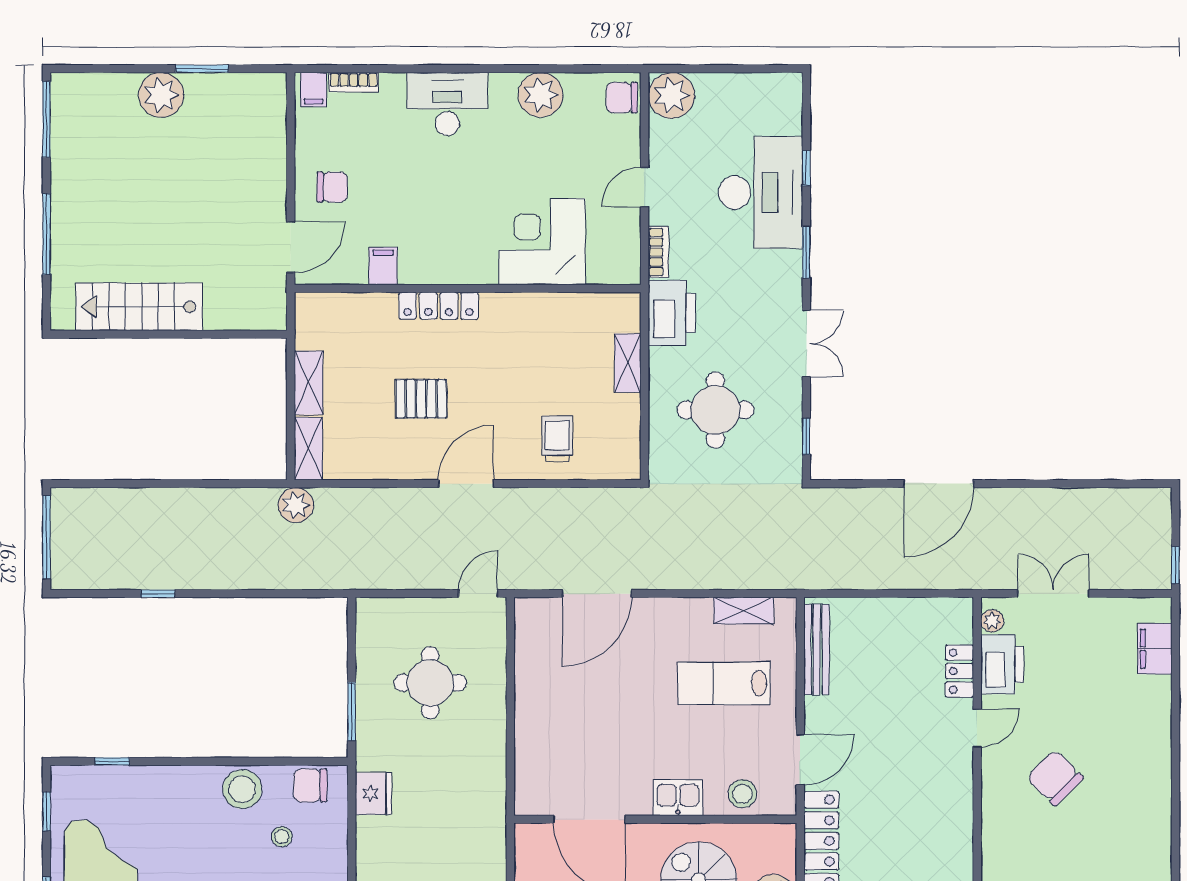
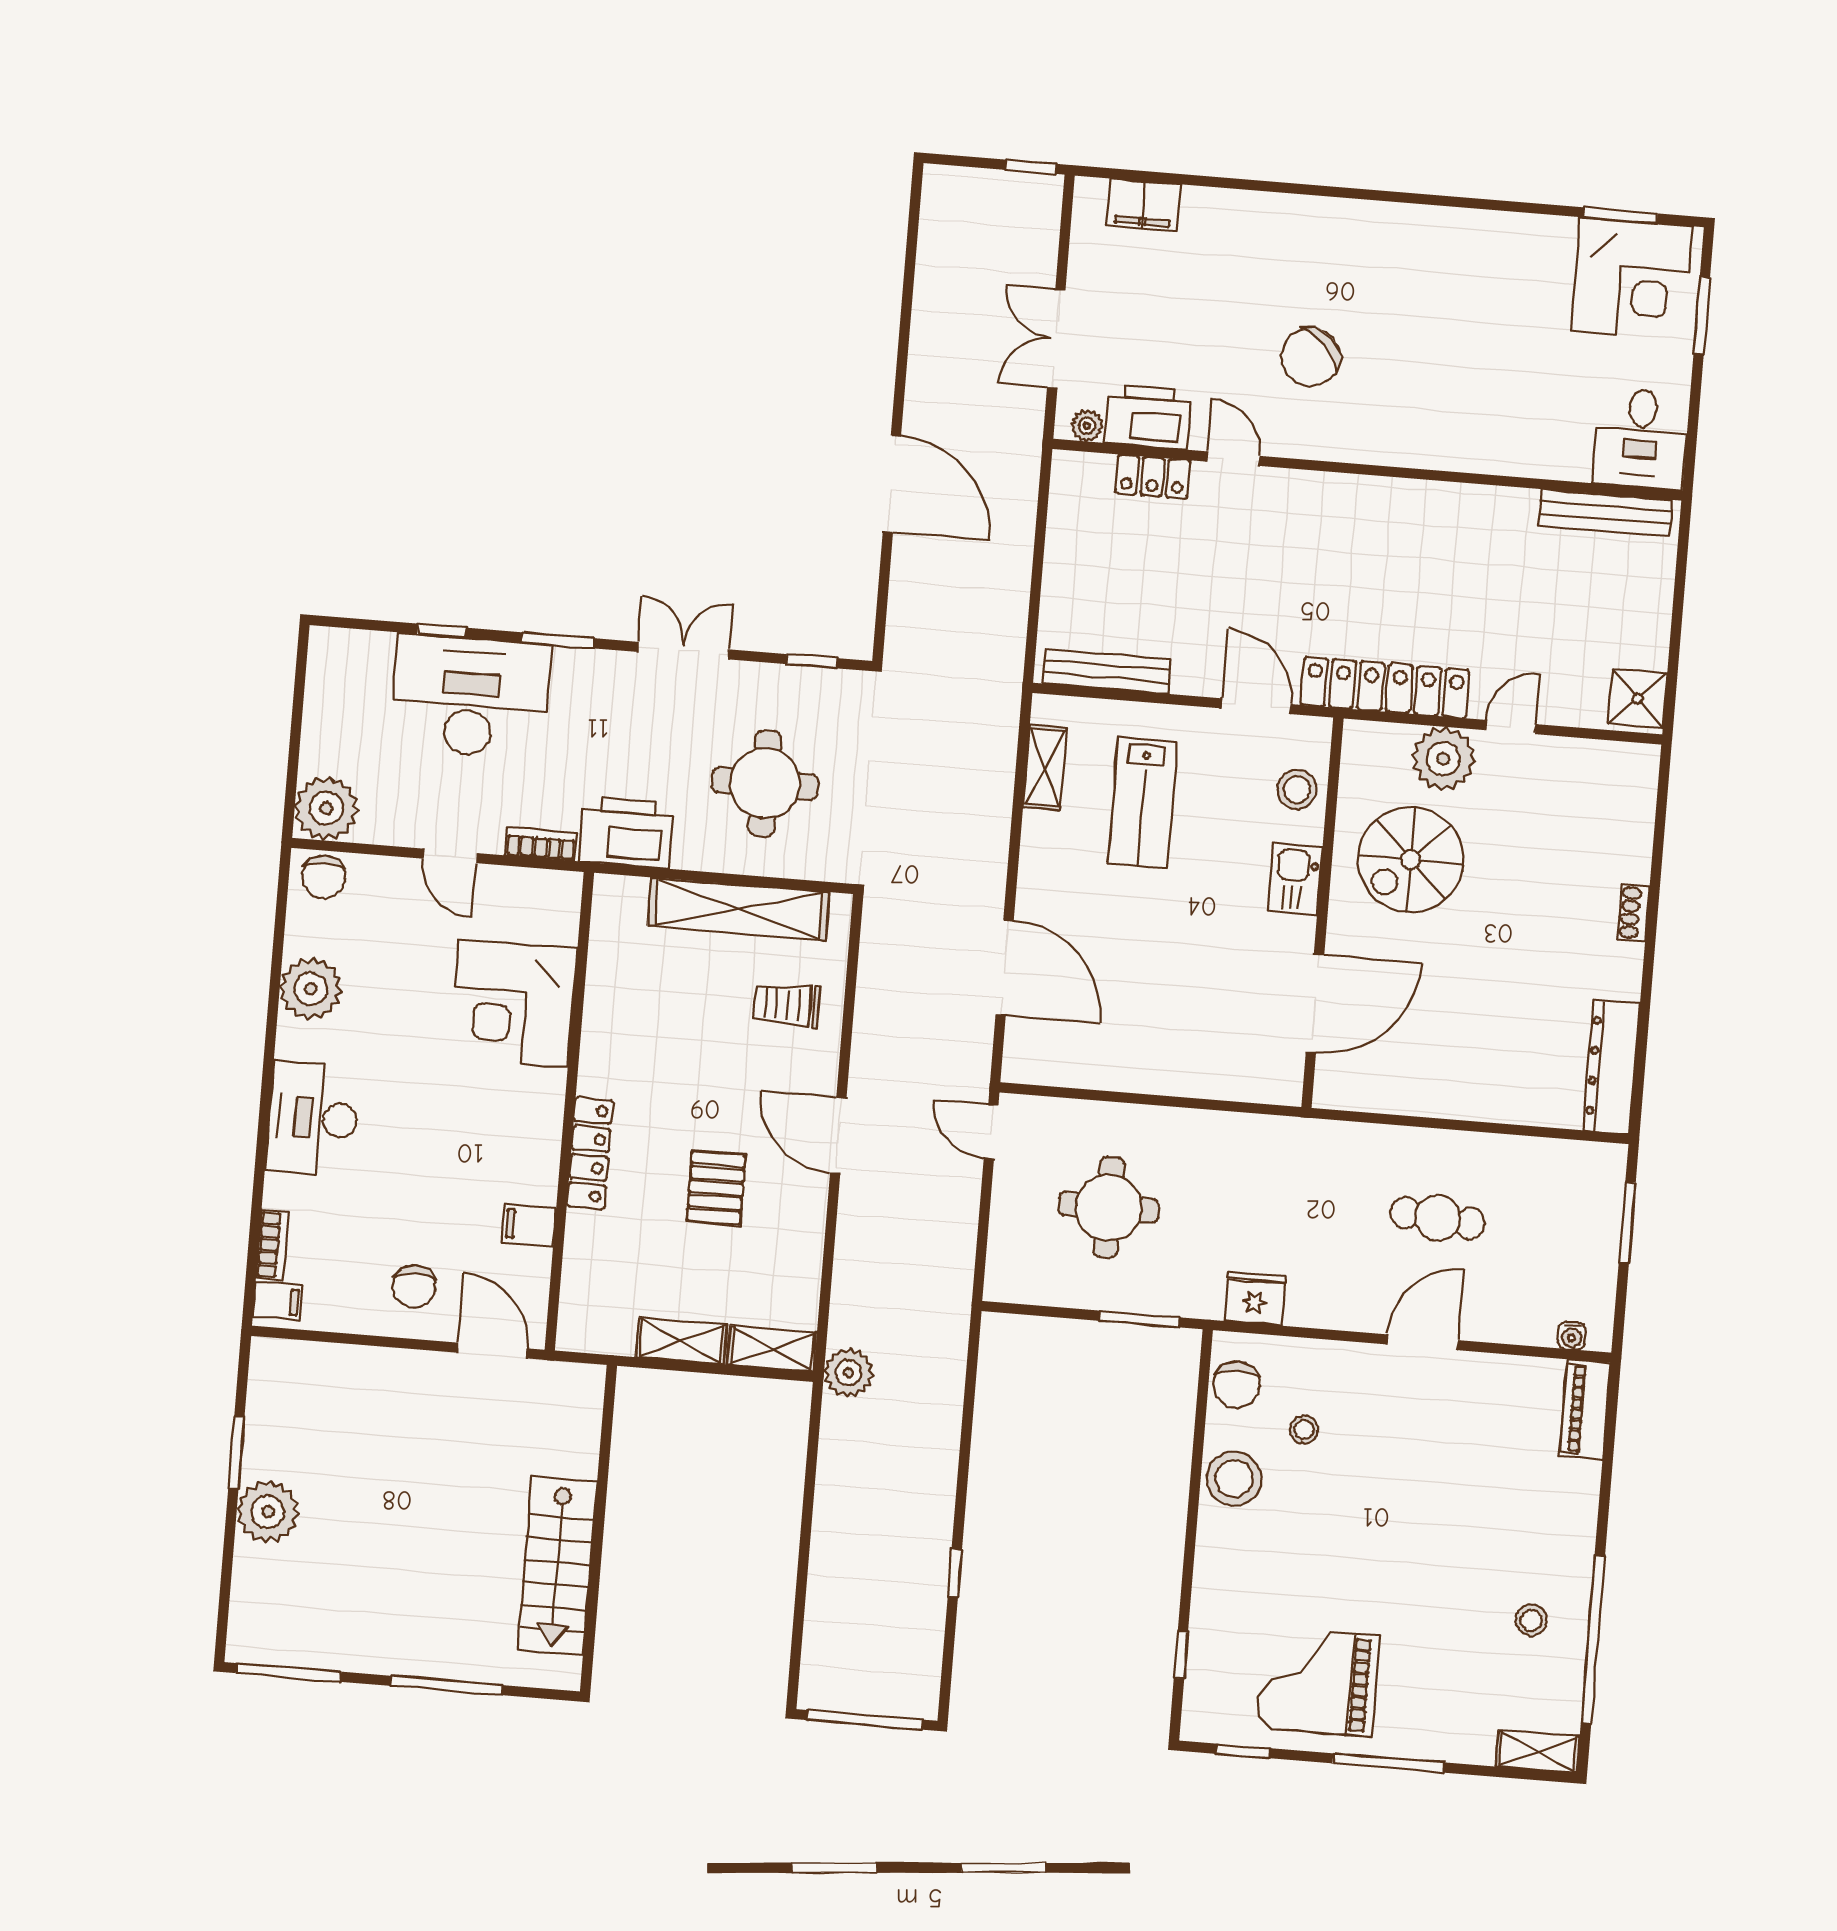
chair: (332, 187) -> (414, 1287), turned 180
shelving: (628, 363) -> (738, 909), width x2.20, depth x1.33

